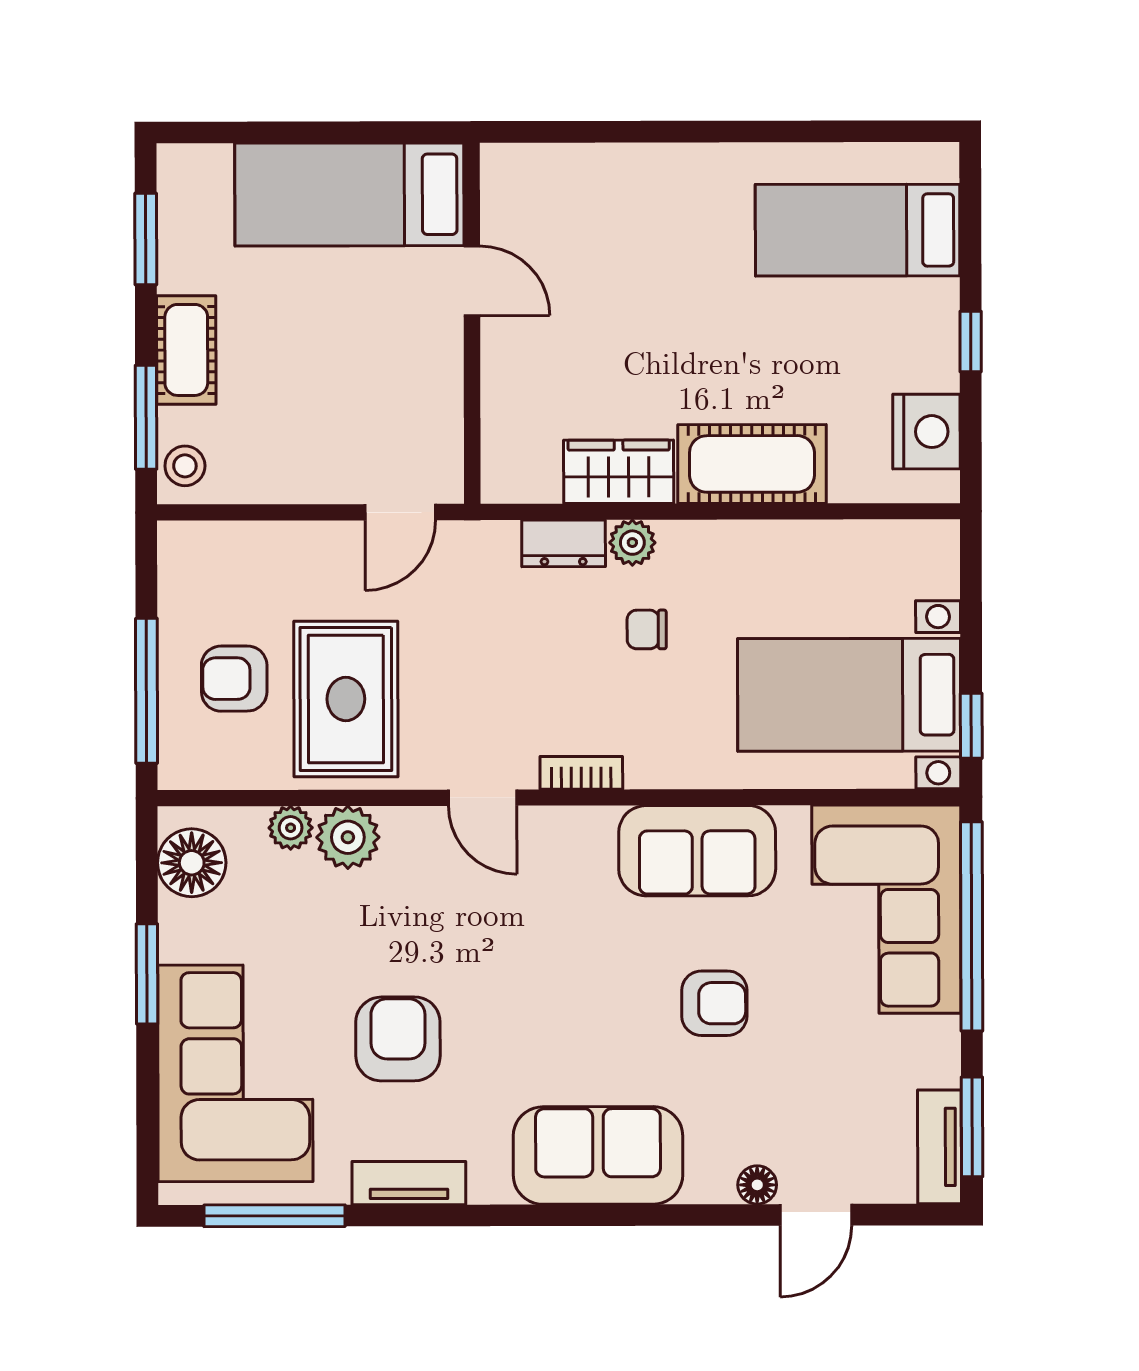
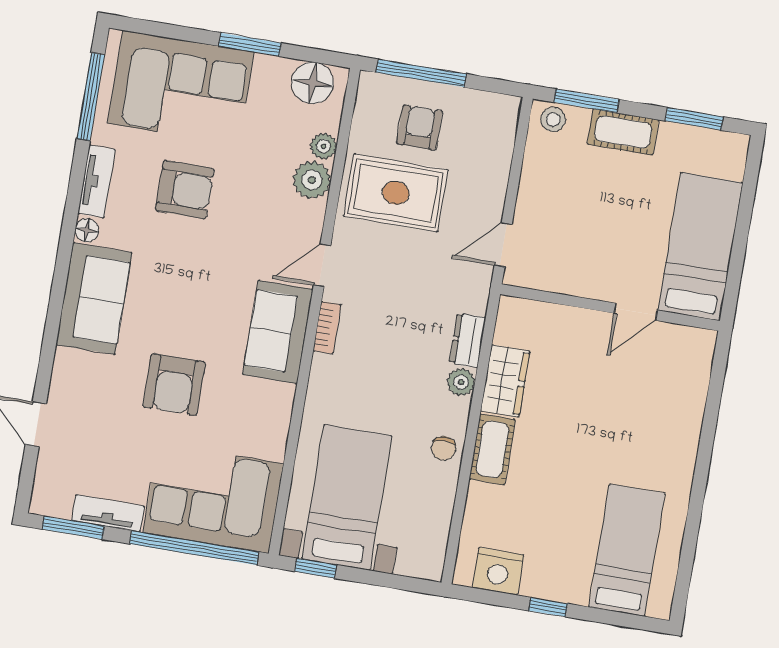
cot: (752, 464) -> (492, 449), width x0.73, depth x0.75
door: (400, 512) -> (503, 245), hinge flipped
chair: (647, 629) -> (444, 448), moved, turned 180
sofa: (697, 851) -> (278, 332), moved
armchair: (714, 1003) -> (174, 385), width x1.38, depth x1.38
tv unit: (939, 1147) -> (108, 513), moved
floor lamp: (757, 1185) -> (87, 230), moved

